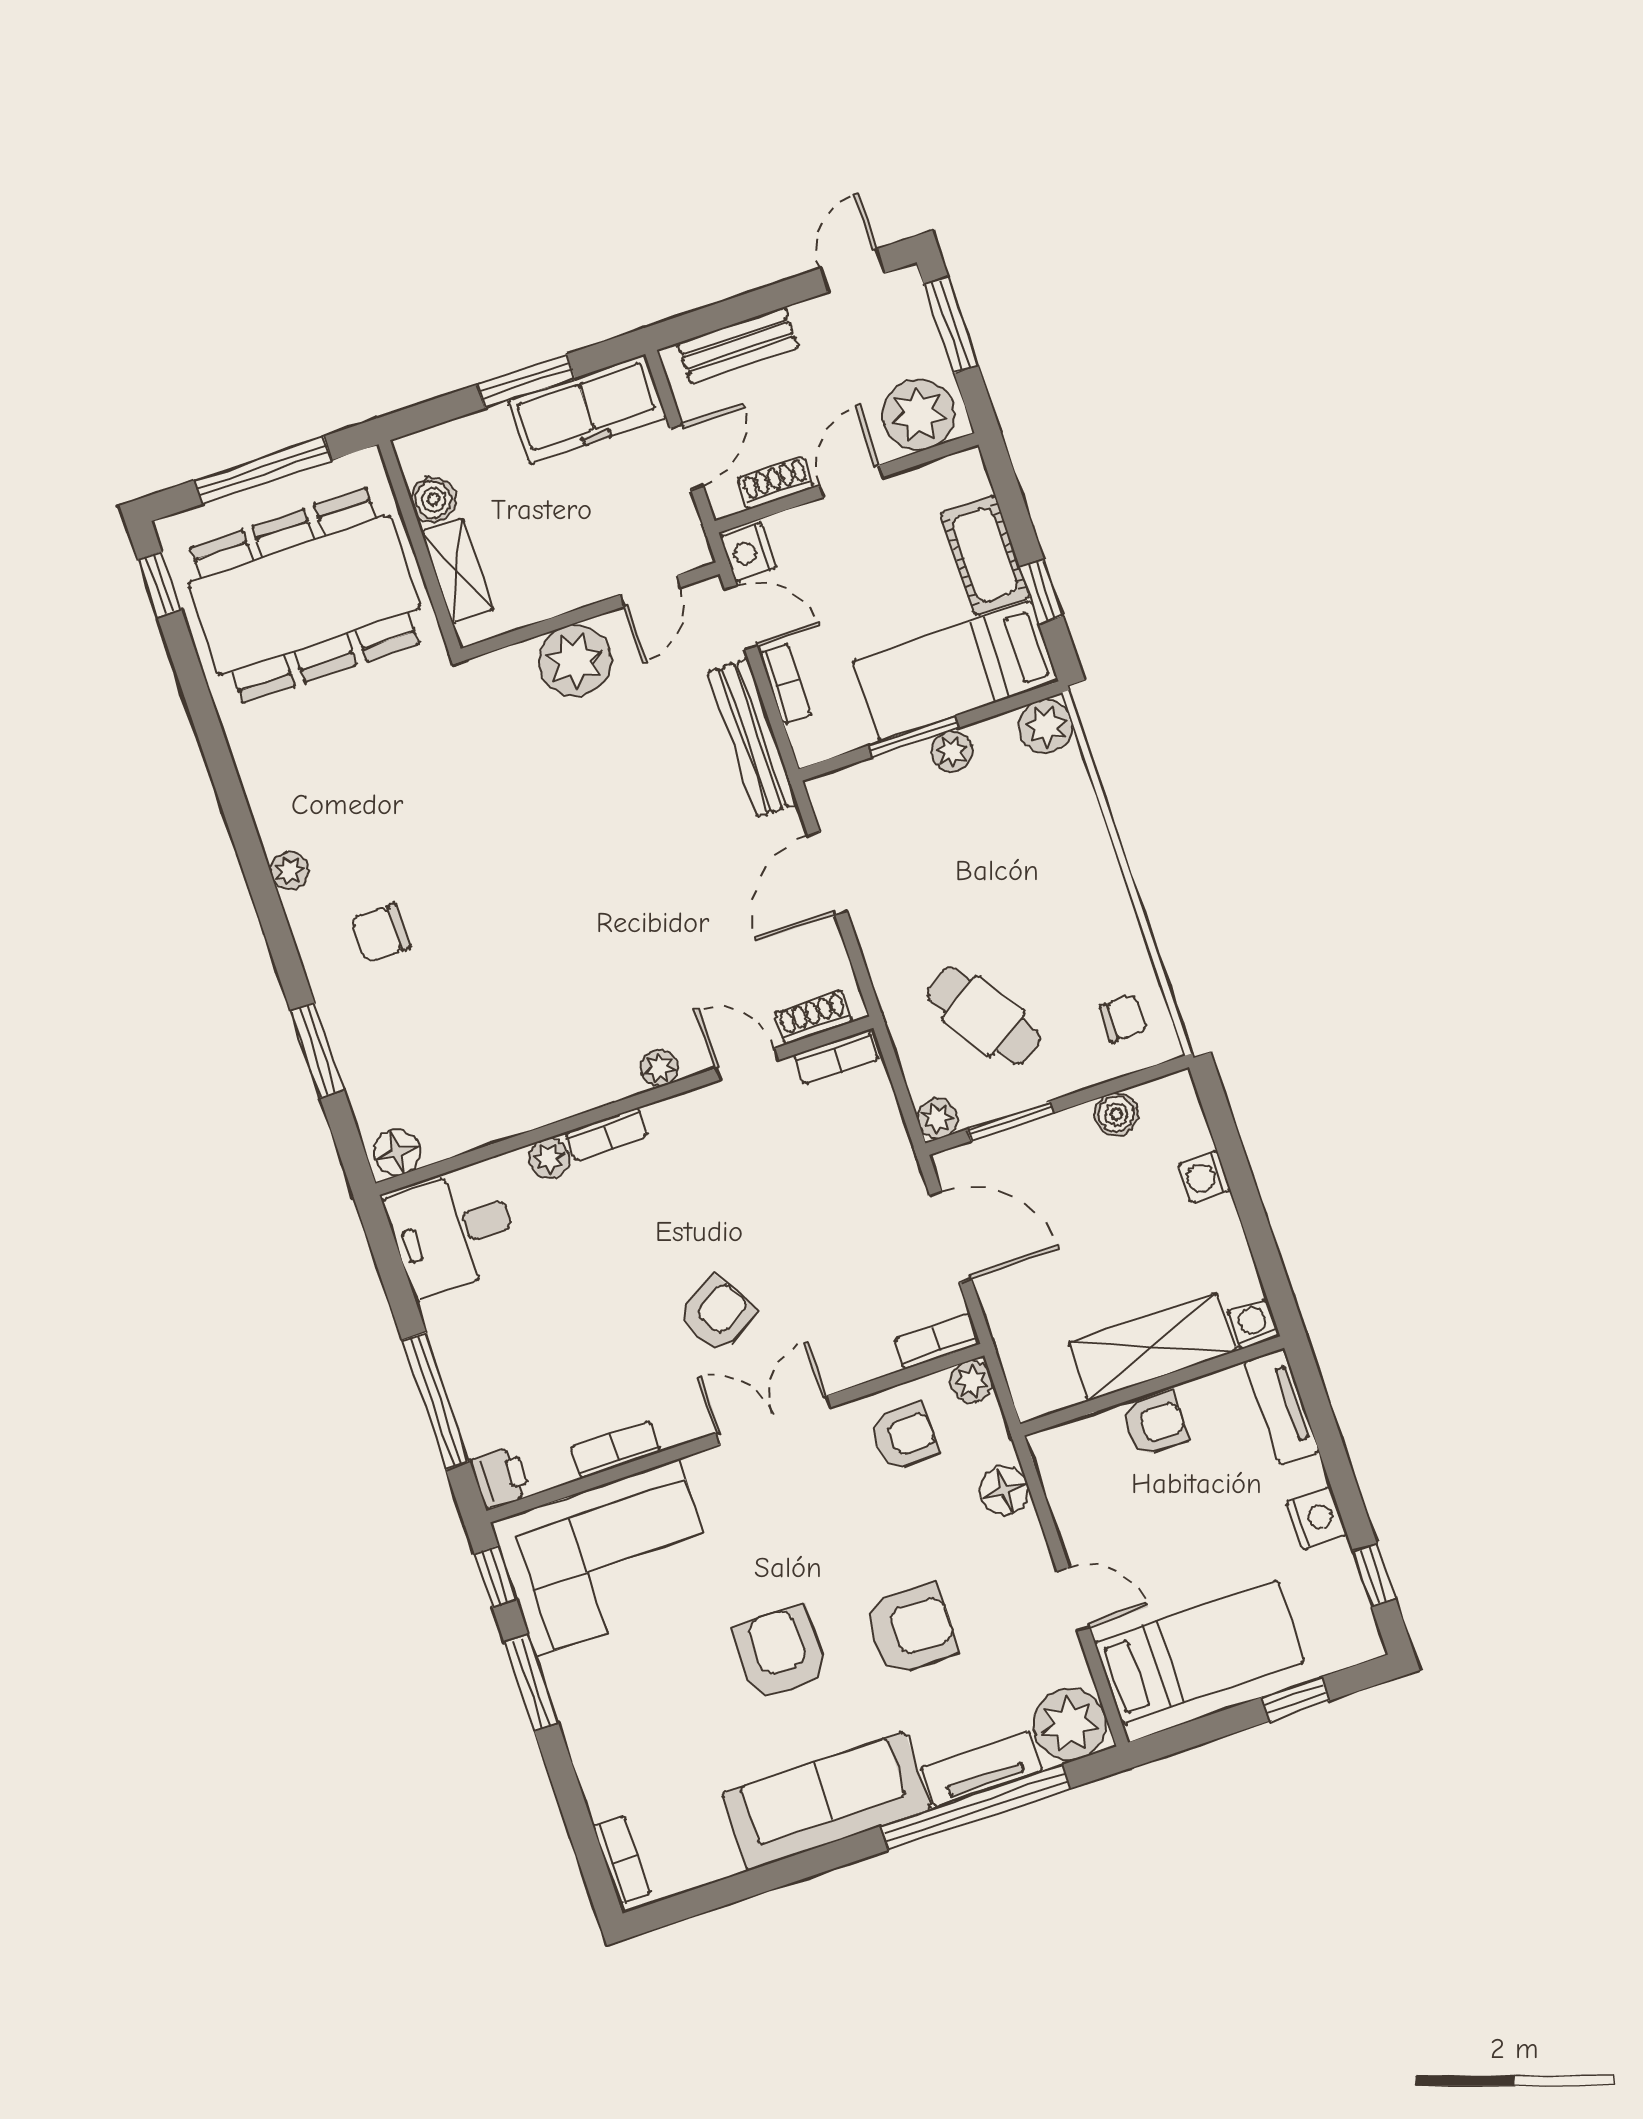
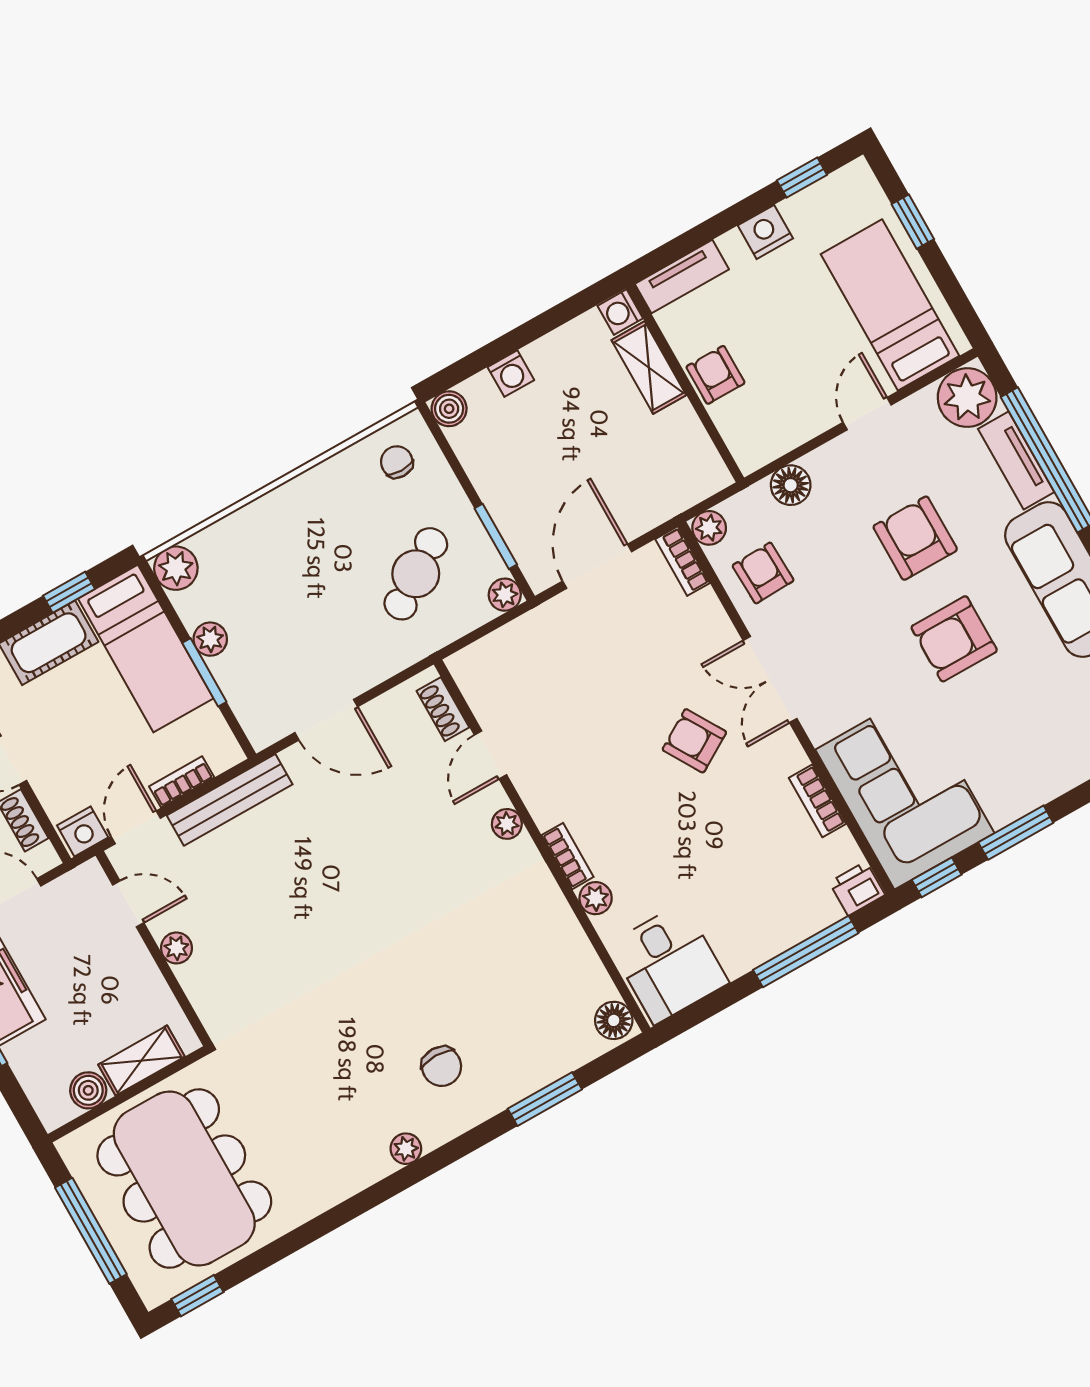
plant: (575, 661) -> (176, 948), width x0.53, depth x0.53
bookcase: (837, 1057) -> (471, 685), removed
boiler: (1116, 1114) -> (449, 409), moved
shelving: (1152, 1347) -> (649, 368), width x0.67, depth x0.75

